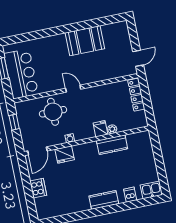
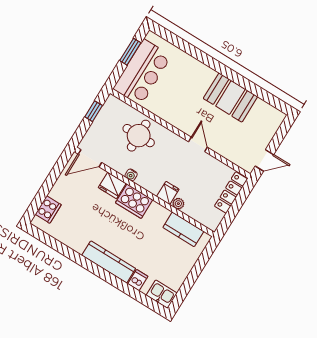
door: (73, 89) -> (198, 144), moved
kitchen counter: (112, 145) -> (183, 229), moved
cooker: (86, 152) -> (134, 201), added
cooker: (38, 188) -> (48, 209), moved
kitchen counter: (104, 200) -> (109, 262), width x1.50

